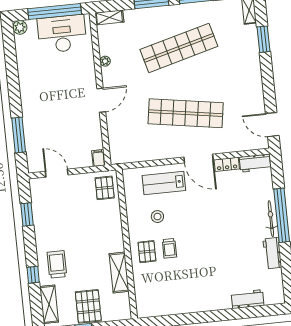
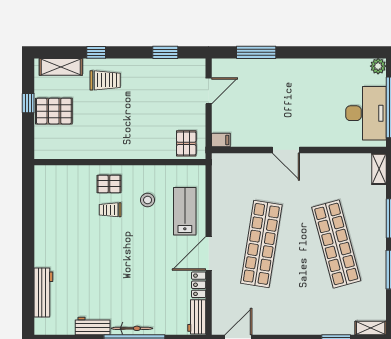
plant: (105, 61) -> (330, 159), removed
pallet: (105, 188) -> (186, 143), turned 90
shelving: (119, 272) -> (89, 150), removed
workbench: (248, 299) -> (43, 292), width x1.38

